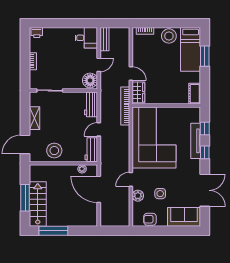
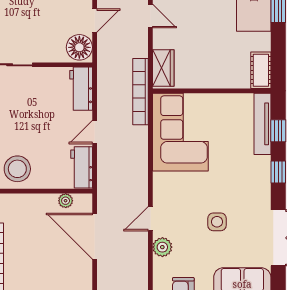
door: (131, 74) -> (150, 16), moved
corner sofa: (154, 137) -> (180, 132), width x0.73, depth x0.74
tv unit: (196, 141) -> (262, 124), moved
side table: (160, 194) -> (217, 222), moved

